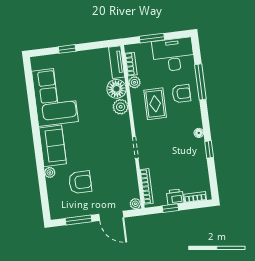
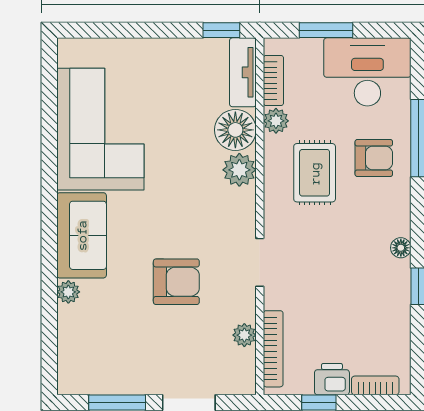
window: (67, 49) -> (221, 30), moved
armchair: (80, 182) -> (176, 282), moved
plant: (135, 204) -> (244, 335), moved

